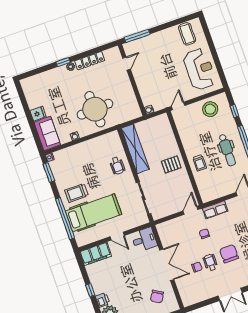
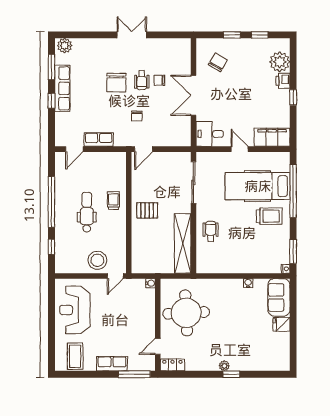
row of seats: (157, 38) -> (112, 364), added
locker: (90, 61) -> (172, 365), moved, width x0.66
round table: (95, 109) -> (186, 313), moved
stool: (210, 109) -> (97, 260), moved
dental chair: (227, 150) -> (87, 212), moved
row of seats: (215, 210) -> (99, 140), moved

